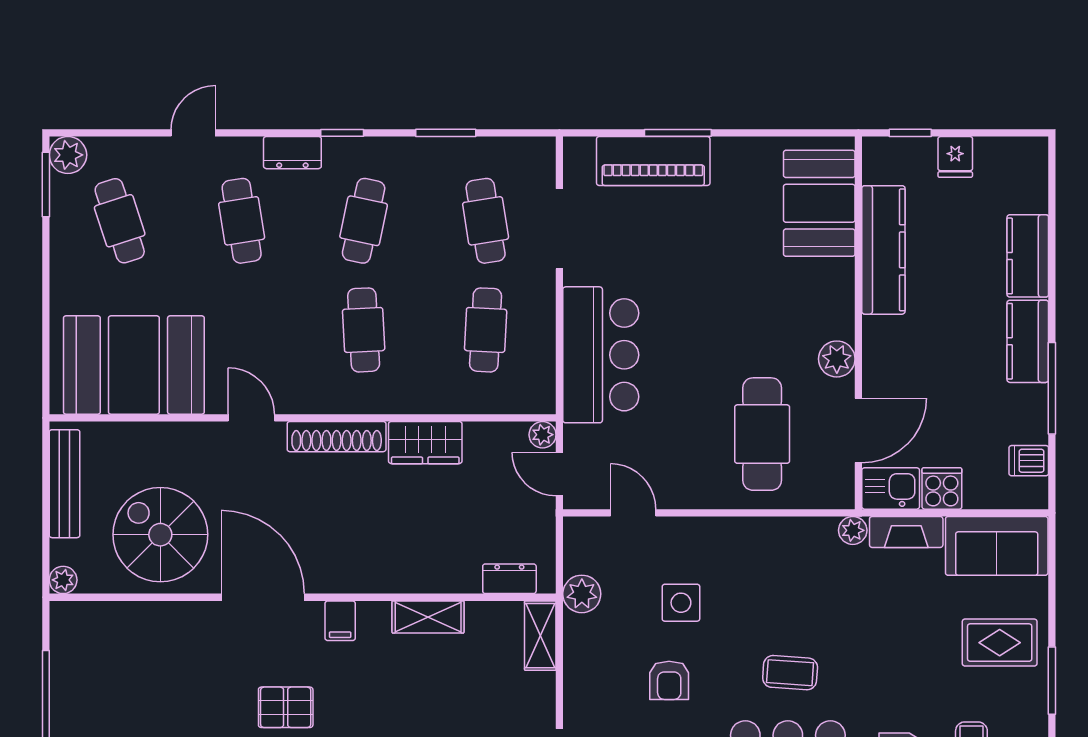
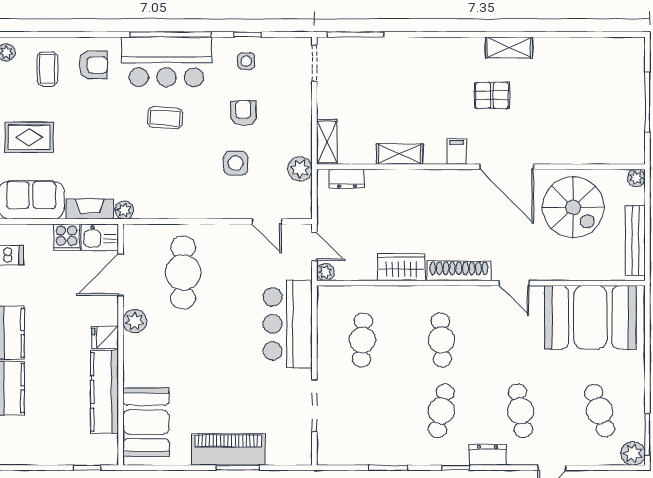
fridge: (955, 157) -> (105, 337), moved, turned -90
piano: (653, 161) -> (228, 450), moved
cafe table: (486, 221) -> (362, 411), removed

